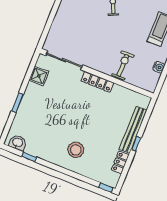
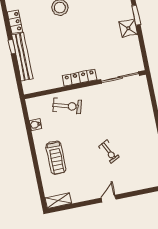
exercise bike: (123, 65) -> (67, 106), turned -74
shower: (39, 76) -> (128, 28), moved

